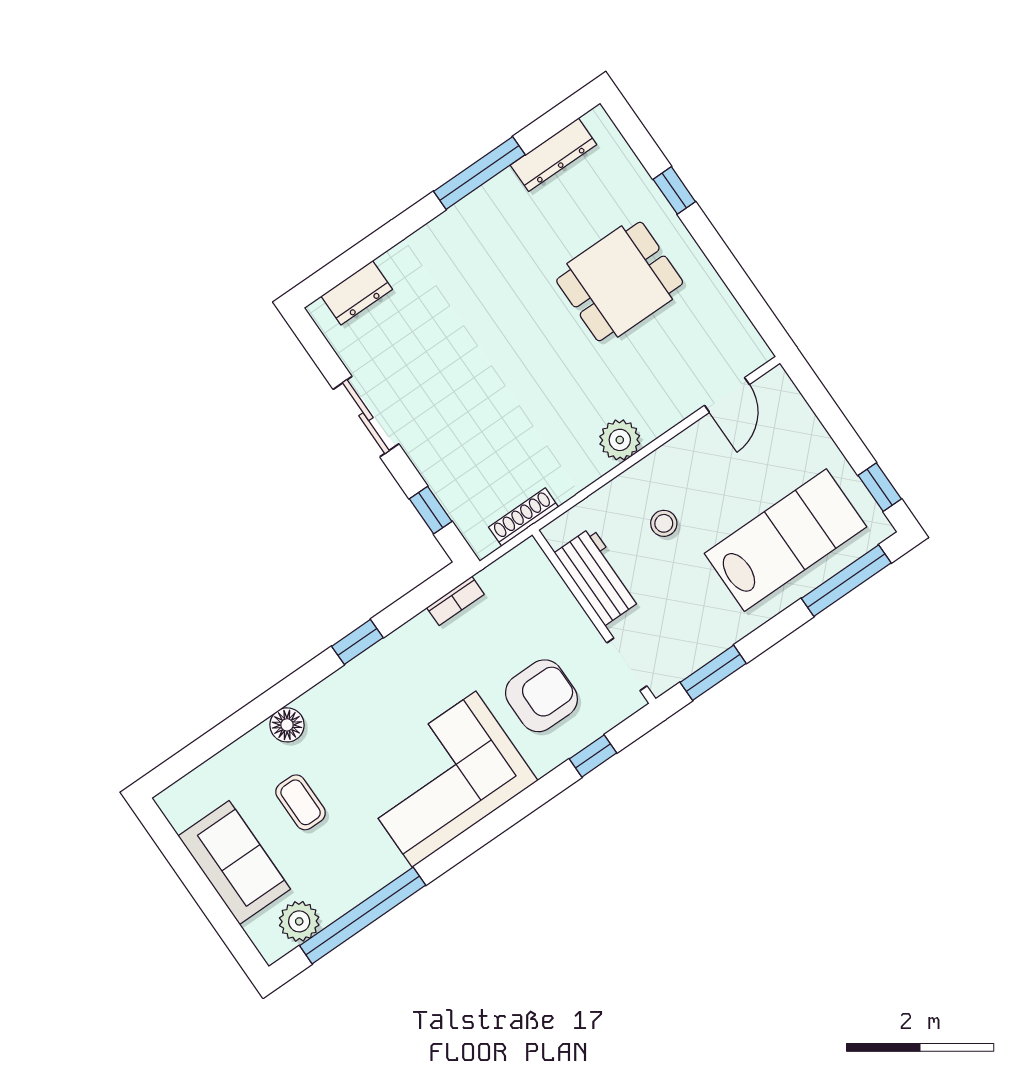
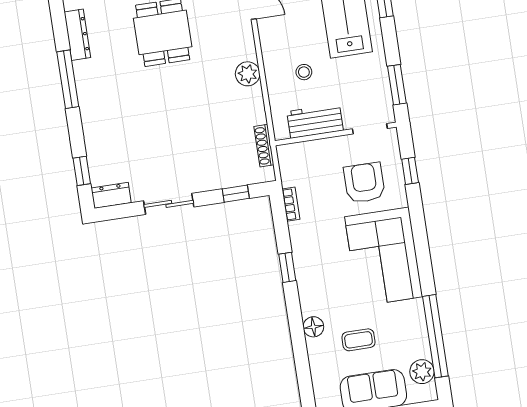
window: (352, 261) -> (82, 171), added
dresser: (357, 293) -> (111, 195), moved, turned -90

